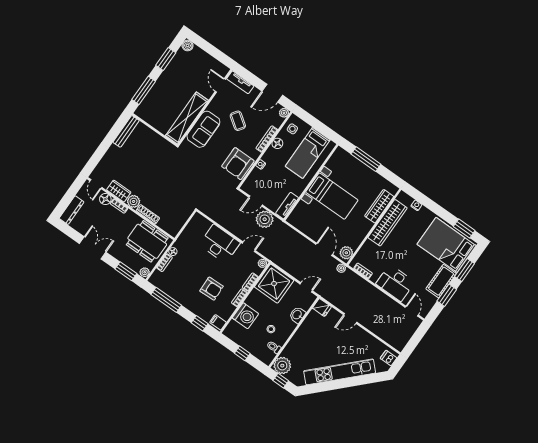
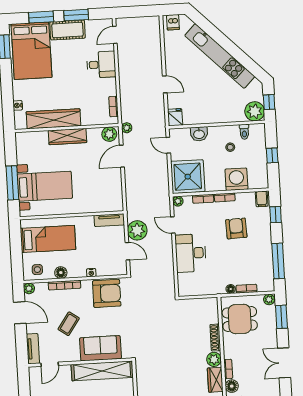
bed with nightstands: (332, 196) -> (45, 186), moved, turned 90
wardrobe: (379, 206) -> (67, 137), moved
dining table: (147, 241) -> (240, 319), width x0.73
desk: (395, 283) -> (101, 65), width x0.73

